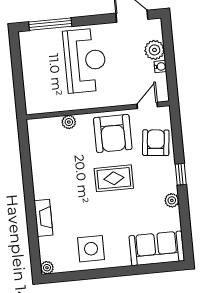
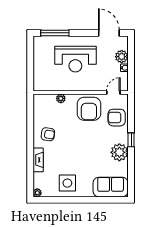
reception desk: (85, 61) -> (75, 59), turned 90
armchair: (156, 143) -> (117, 118), turned -96
armchair: (54, 178) -> (48, 134), added
rug: (114, 178) -> (87, 138), removed
plant: (172, 200) -> (119, 152), width x1.87, depth x1.87

